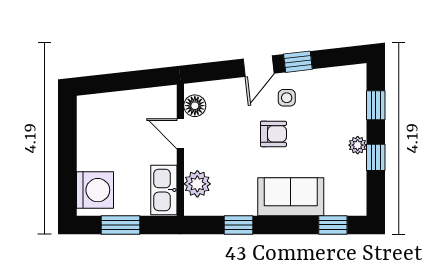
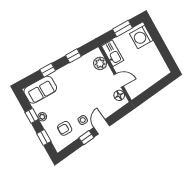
armchair: (273, 134) -> (65, 128), moved
sofa: (291, 197) -> (40, 90), moved
window: (333, 225) -> (48, 70), moved

